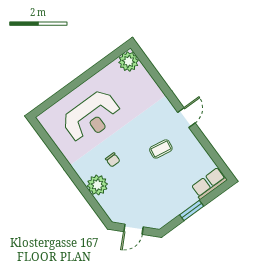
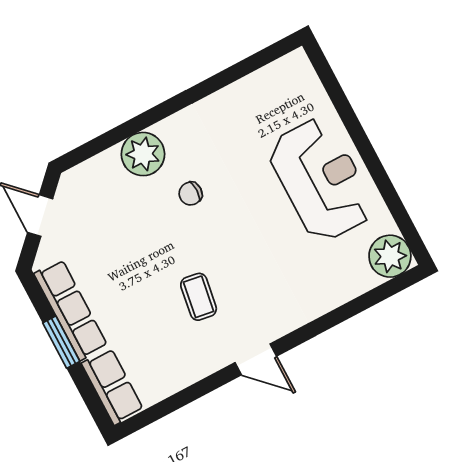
reception desk: (92, 117) -> (321, 180), moved, turned 180
row of seats: (176, 208) -> (71, 310), added

